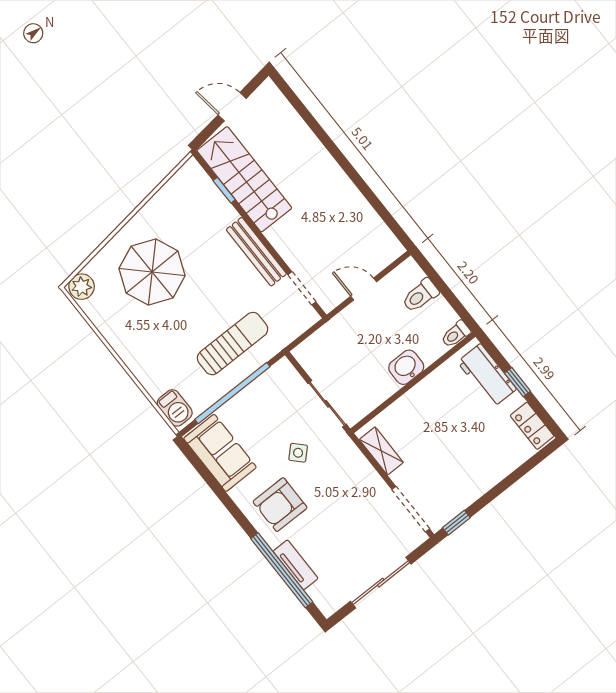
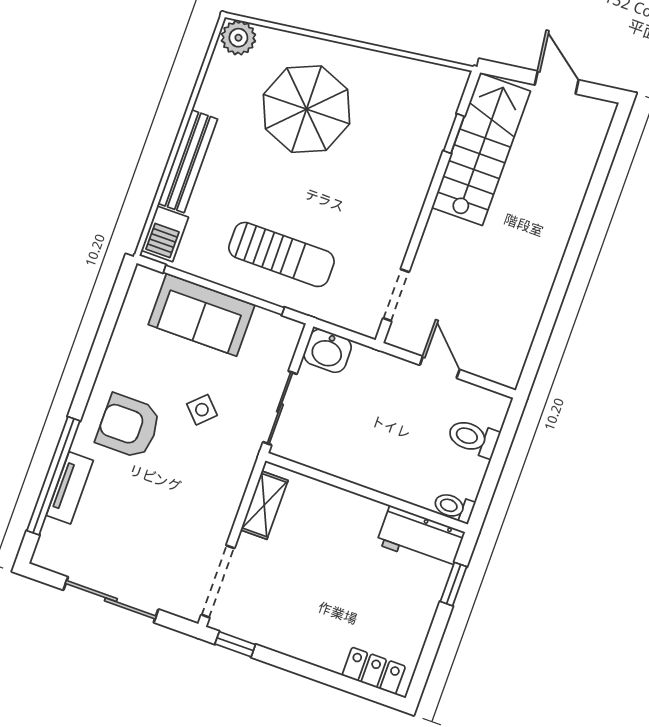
bench: (256, 252) -> (188, 161), moved
washbasin: (406, 367) -> (328, 351), moved, turned 180
workbench: (487, 375) -> (421, 538), moved, turned -90
window: (518, 382) -> (454, 584), moved
locker: (532, 426) -> (374, 671), moved, turned 90
sofa: (220, 453) -> (201, 315), moved, turned 90

